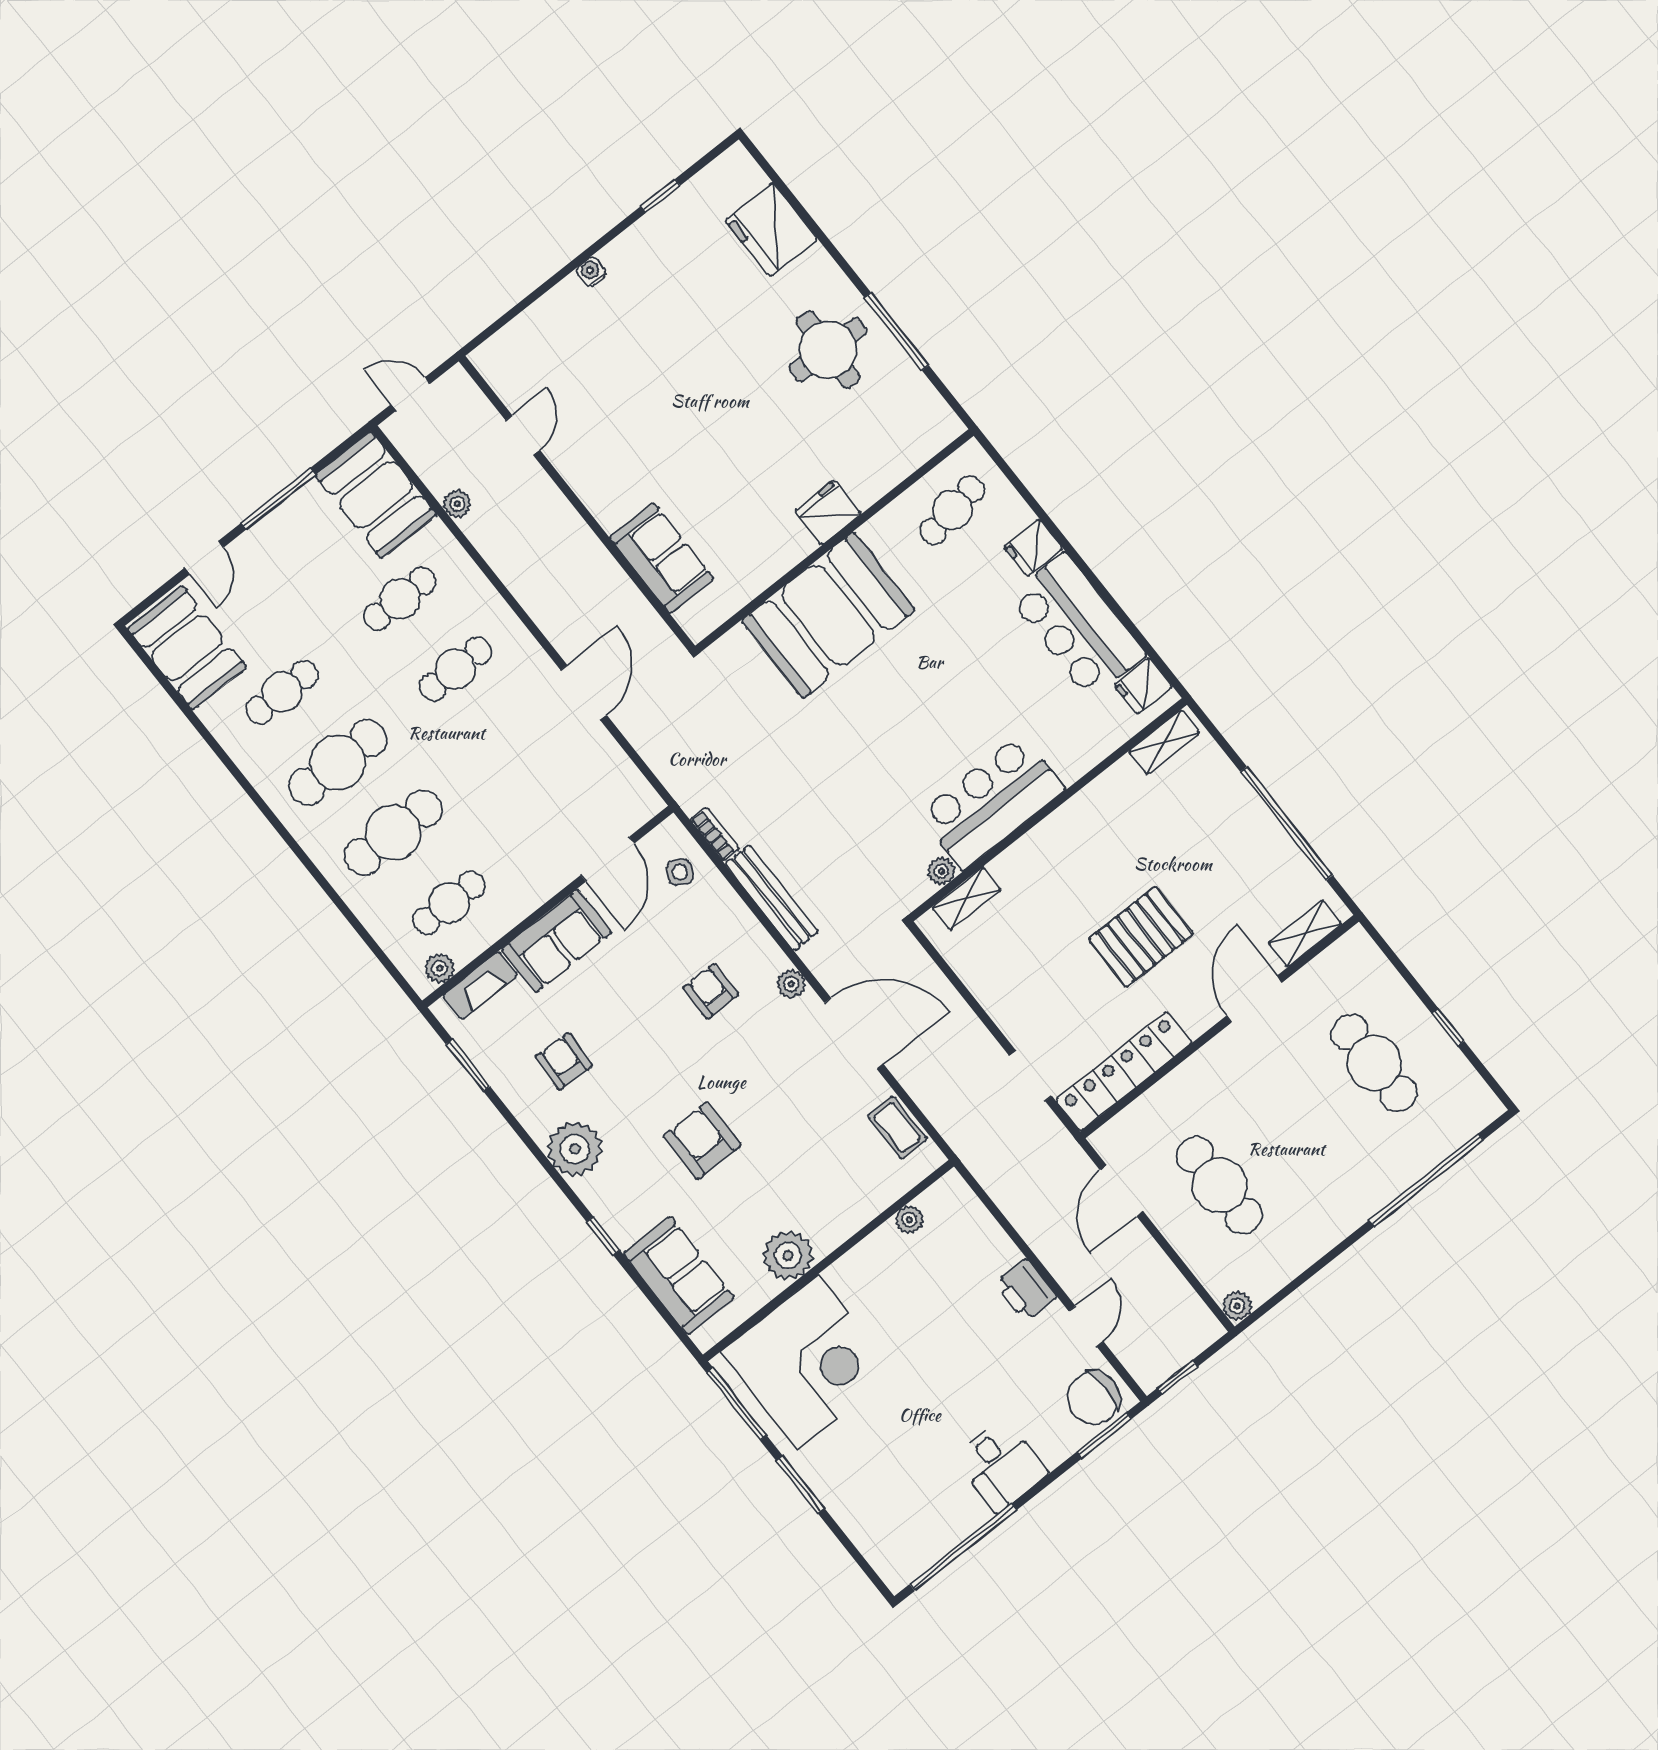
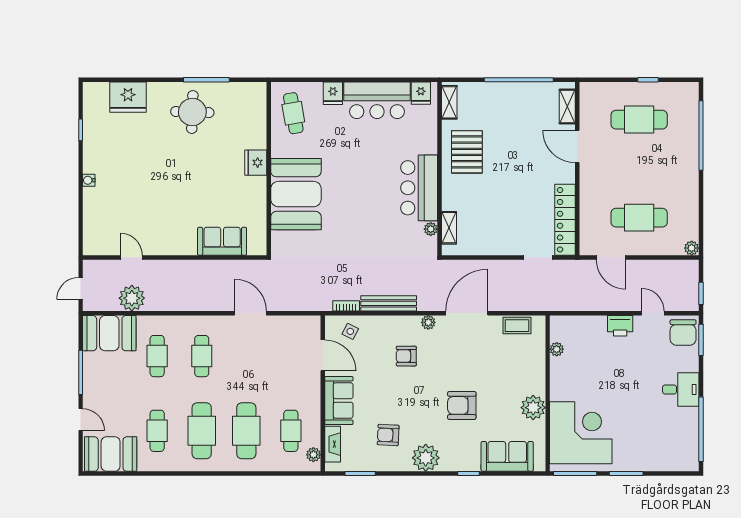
plant: (457, 504) -> (132, 298), width x1.88, depth x1.88
pallet: (1141, 937) -> (467, 152), moved

